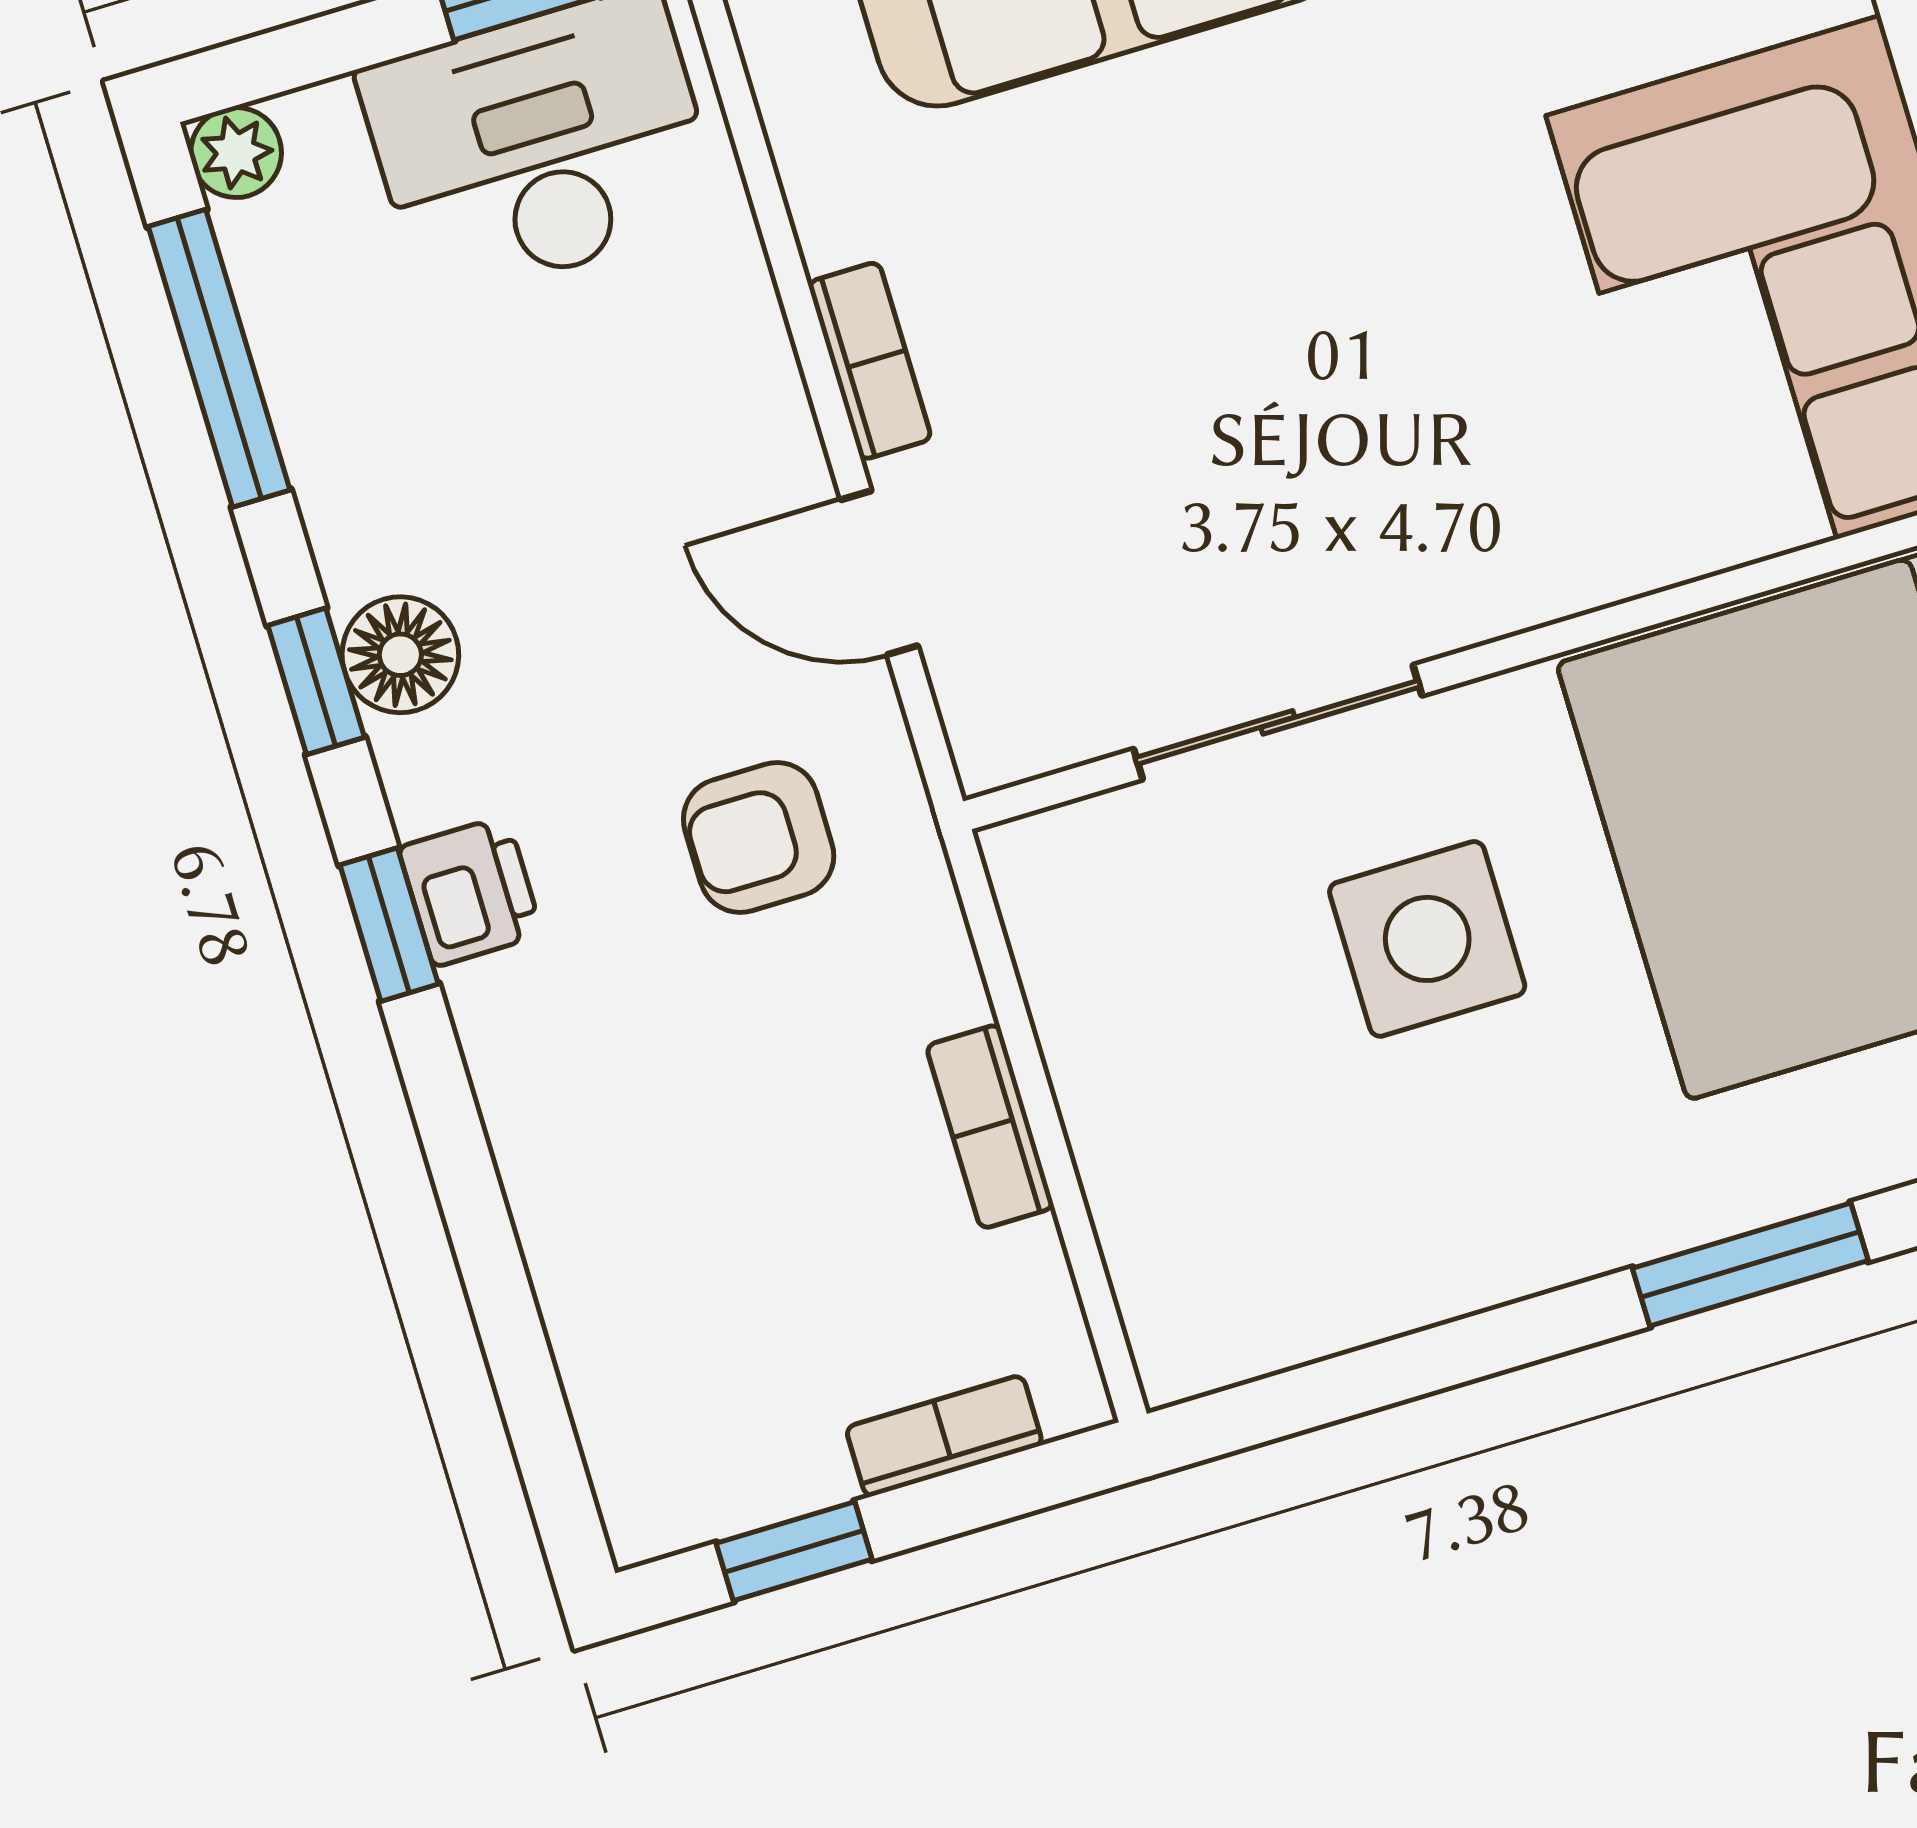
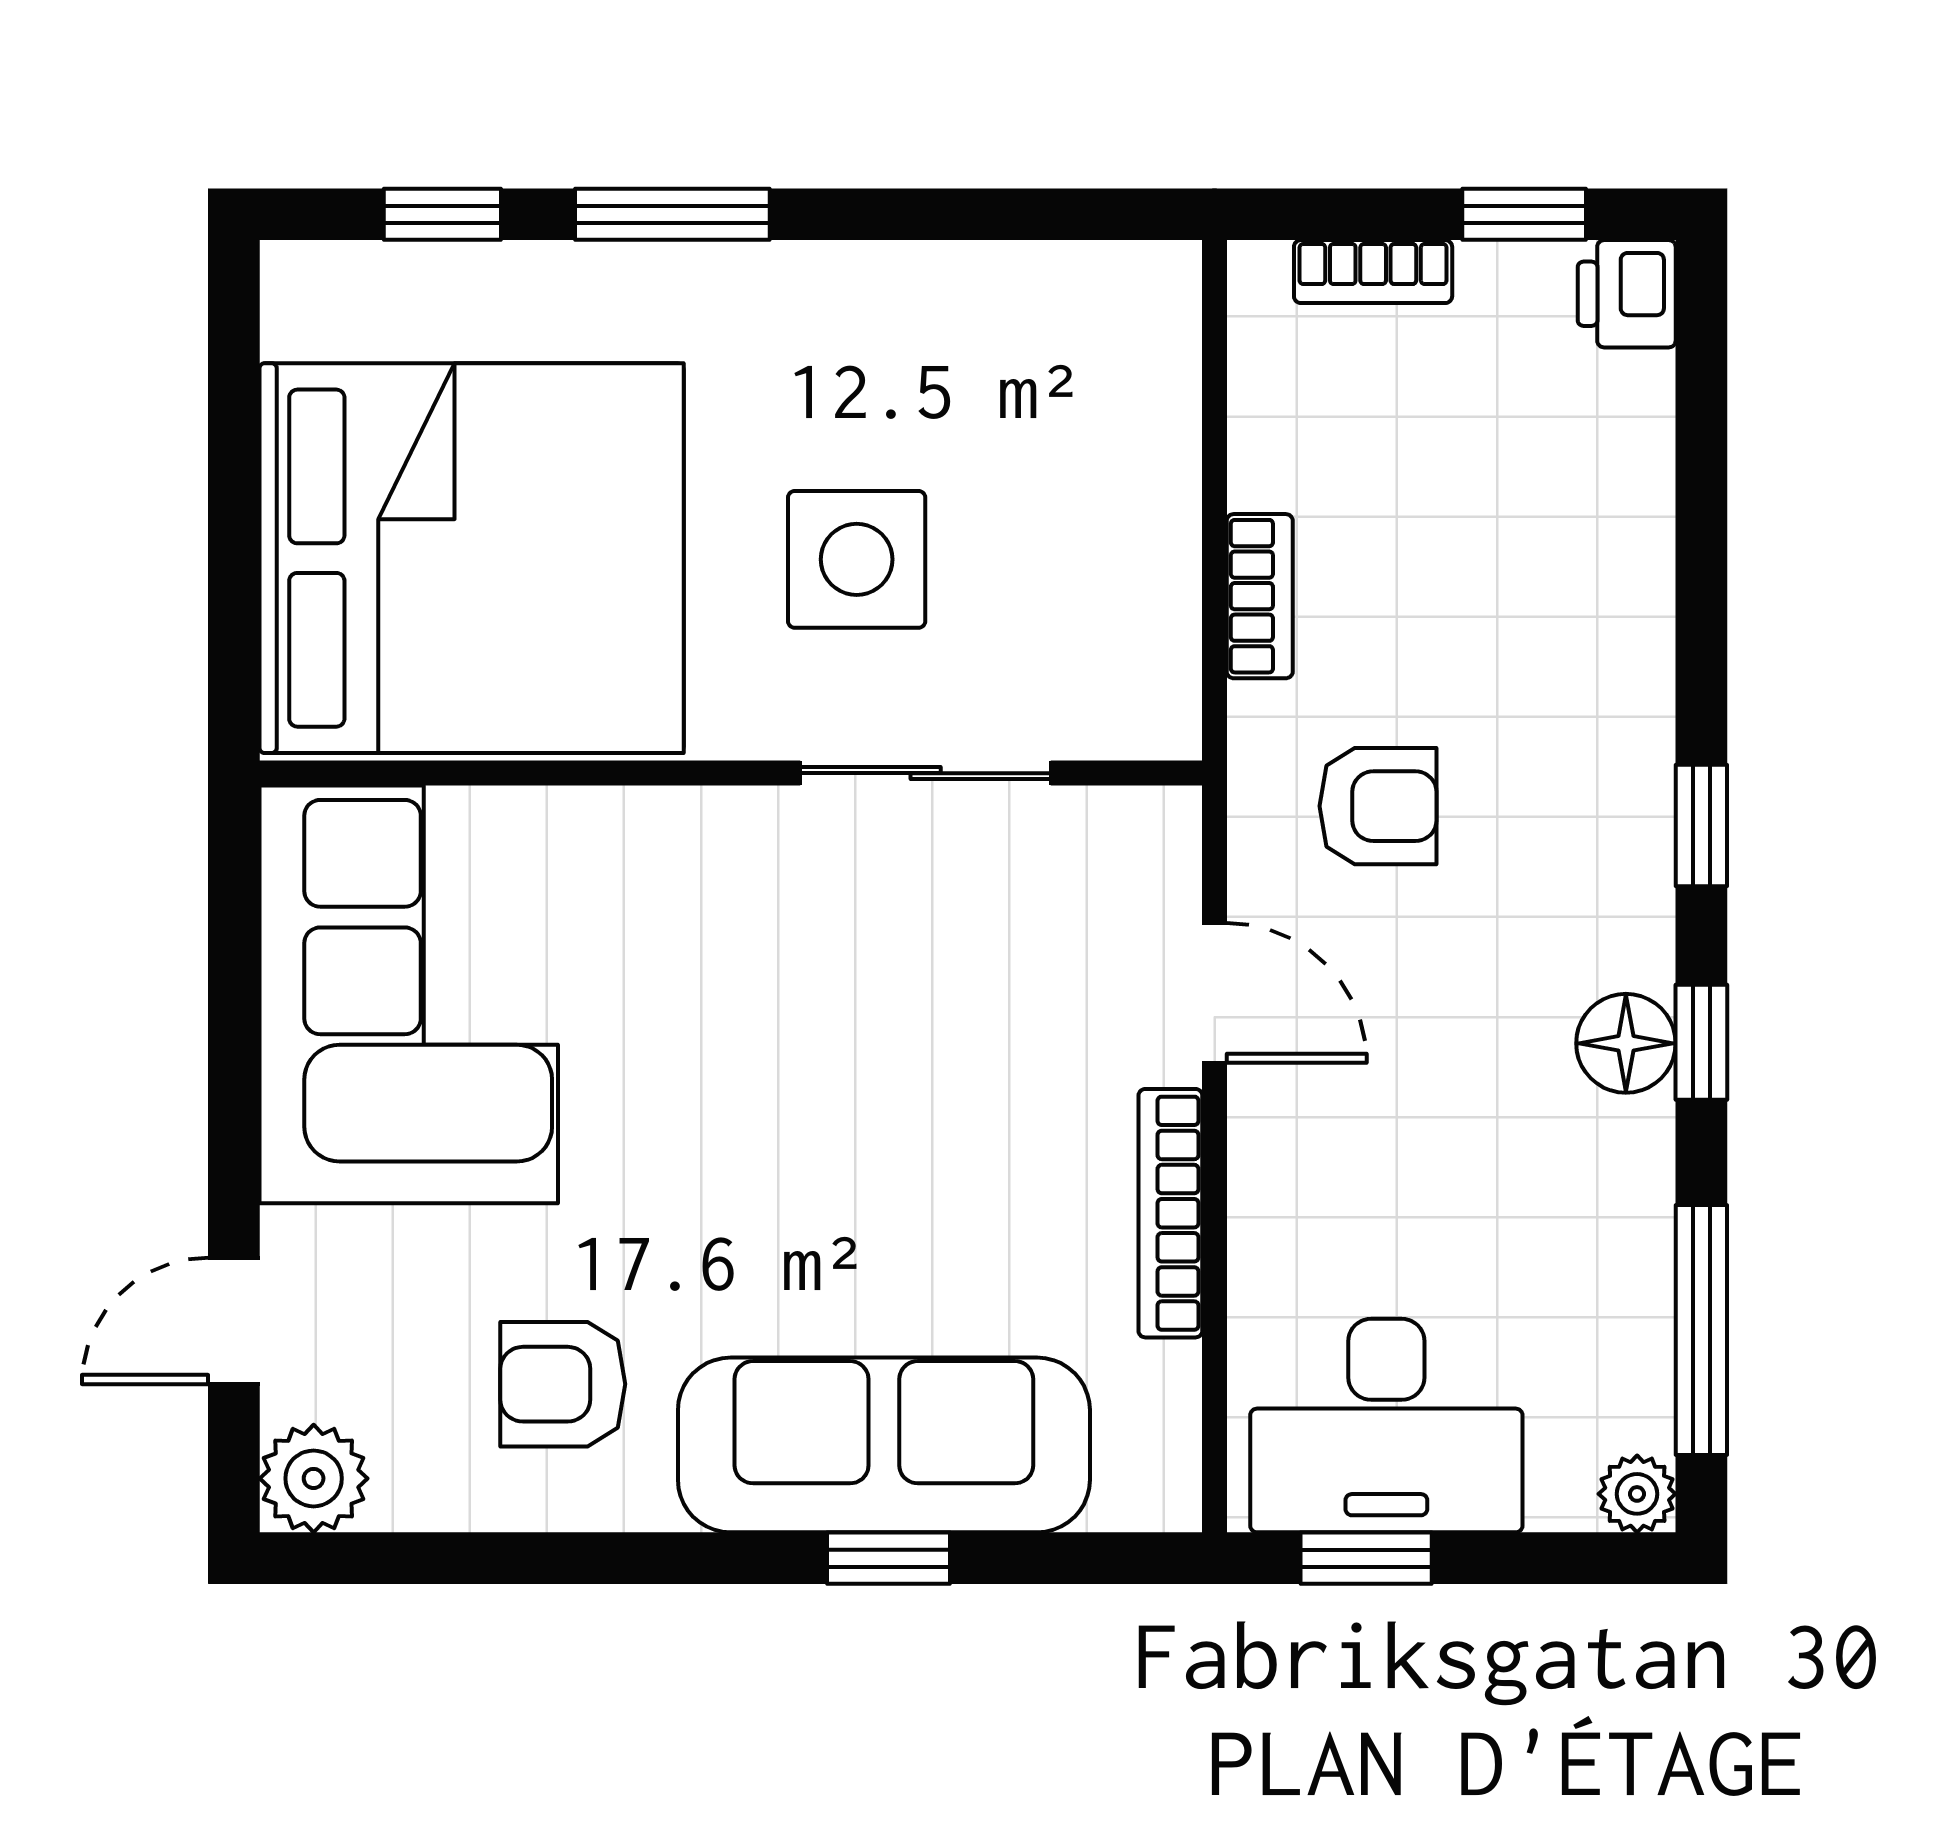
bookcase: (870, 361) -> (1170, 1213), width x1.56
printer: (470, 891) -> (1627, 294), moved
bookcase: (990, 1127) -> (1260, 596), moved

